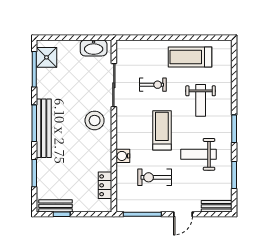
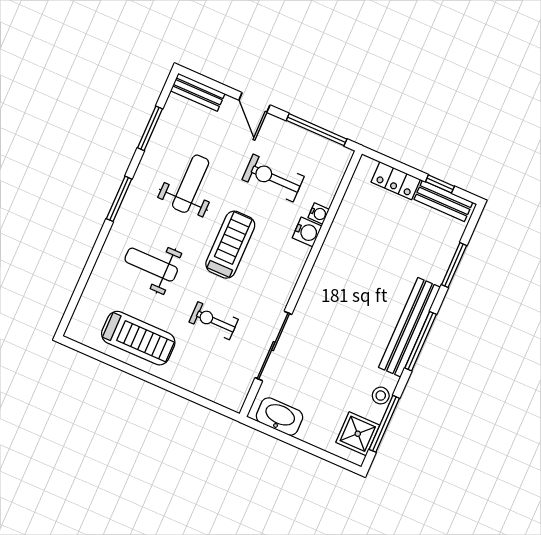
weight bench: (201, 100) -> (151, 265), turned -90
stool: (95, 120) -> (381, 396), moved, width x0.53, depth x0.53
treadmill: (162, 130) -> (230, 245), turned 180
weight bench: (198, 154) -> (191, 184), turned -90
water cooler: (121, 169) -> (319, 213), added
exercise bike: (155, 177) -> (273, 178), turned 180
locker: (105, 185) -> (396, 181), moved, turned 90
door: (183, 214) -> (254, 102), swing flipped

